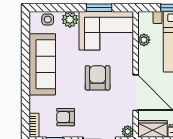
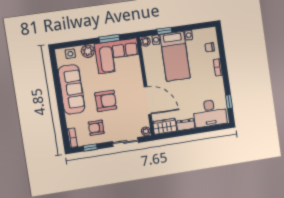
plant: (144, 40) -> (145, 41), moved
armchair: (98, 78) -> (106, 101), moved, turned 90

